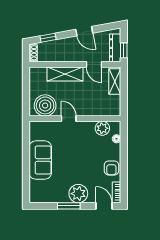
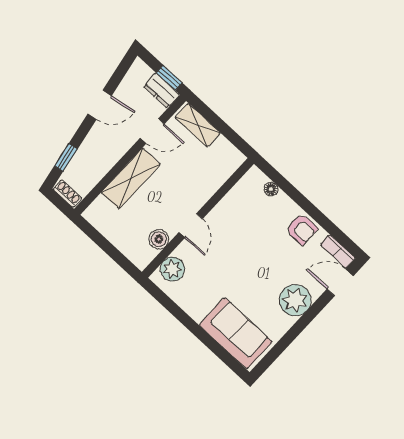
dresser: (115, 48) -> (162, 91), width x0.70
boiler: (45, 105) -> (159, 239), width x0.54, depth x0.54
door: (69, 119) -> (191, 226), swing flipped
plant: (102, 128) -> (172, 269), moved
sofa: (40, 160) -> (236, 333), moved
window: (69, 206) -> (299, 326), removed

